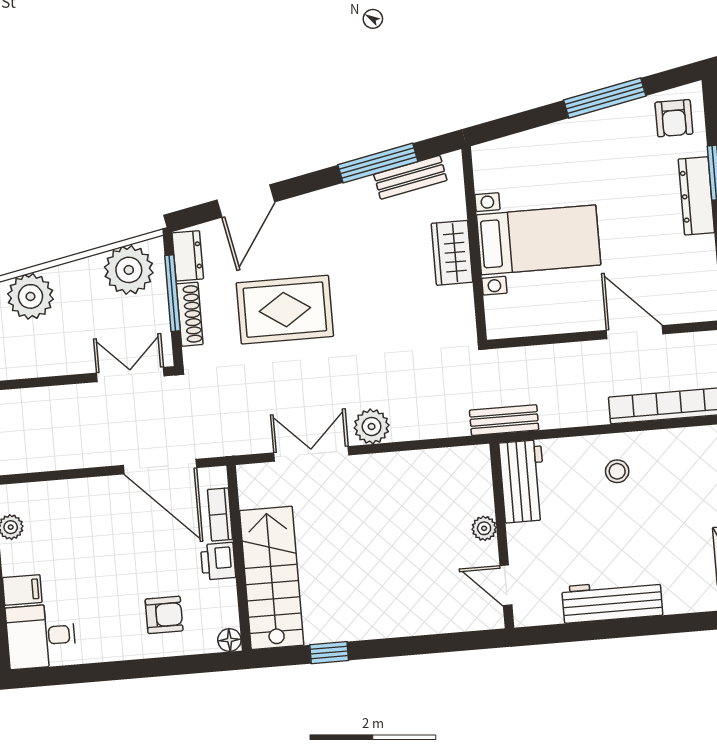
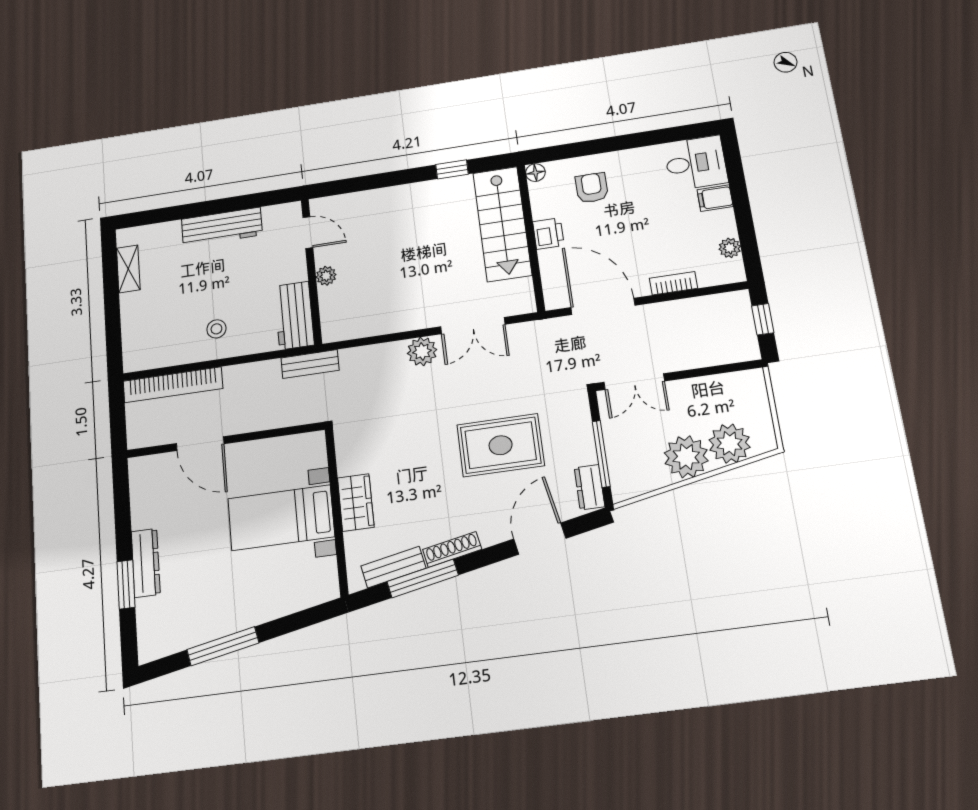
armchair: (674, 118) -> (163, 631), removed
plant: (129, 270) -> (686, 457), moved
shoe rack: (190, 314) -> (452, 549), moved, turned 79
bookcase: (220, 514) -> (673, 283), moved, turned -90
armchair: (164, 615) -> (592, 188), turned 90

